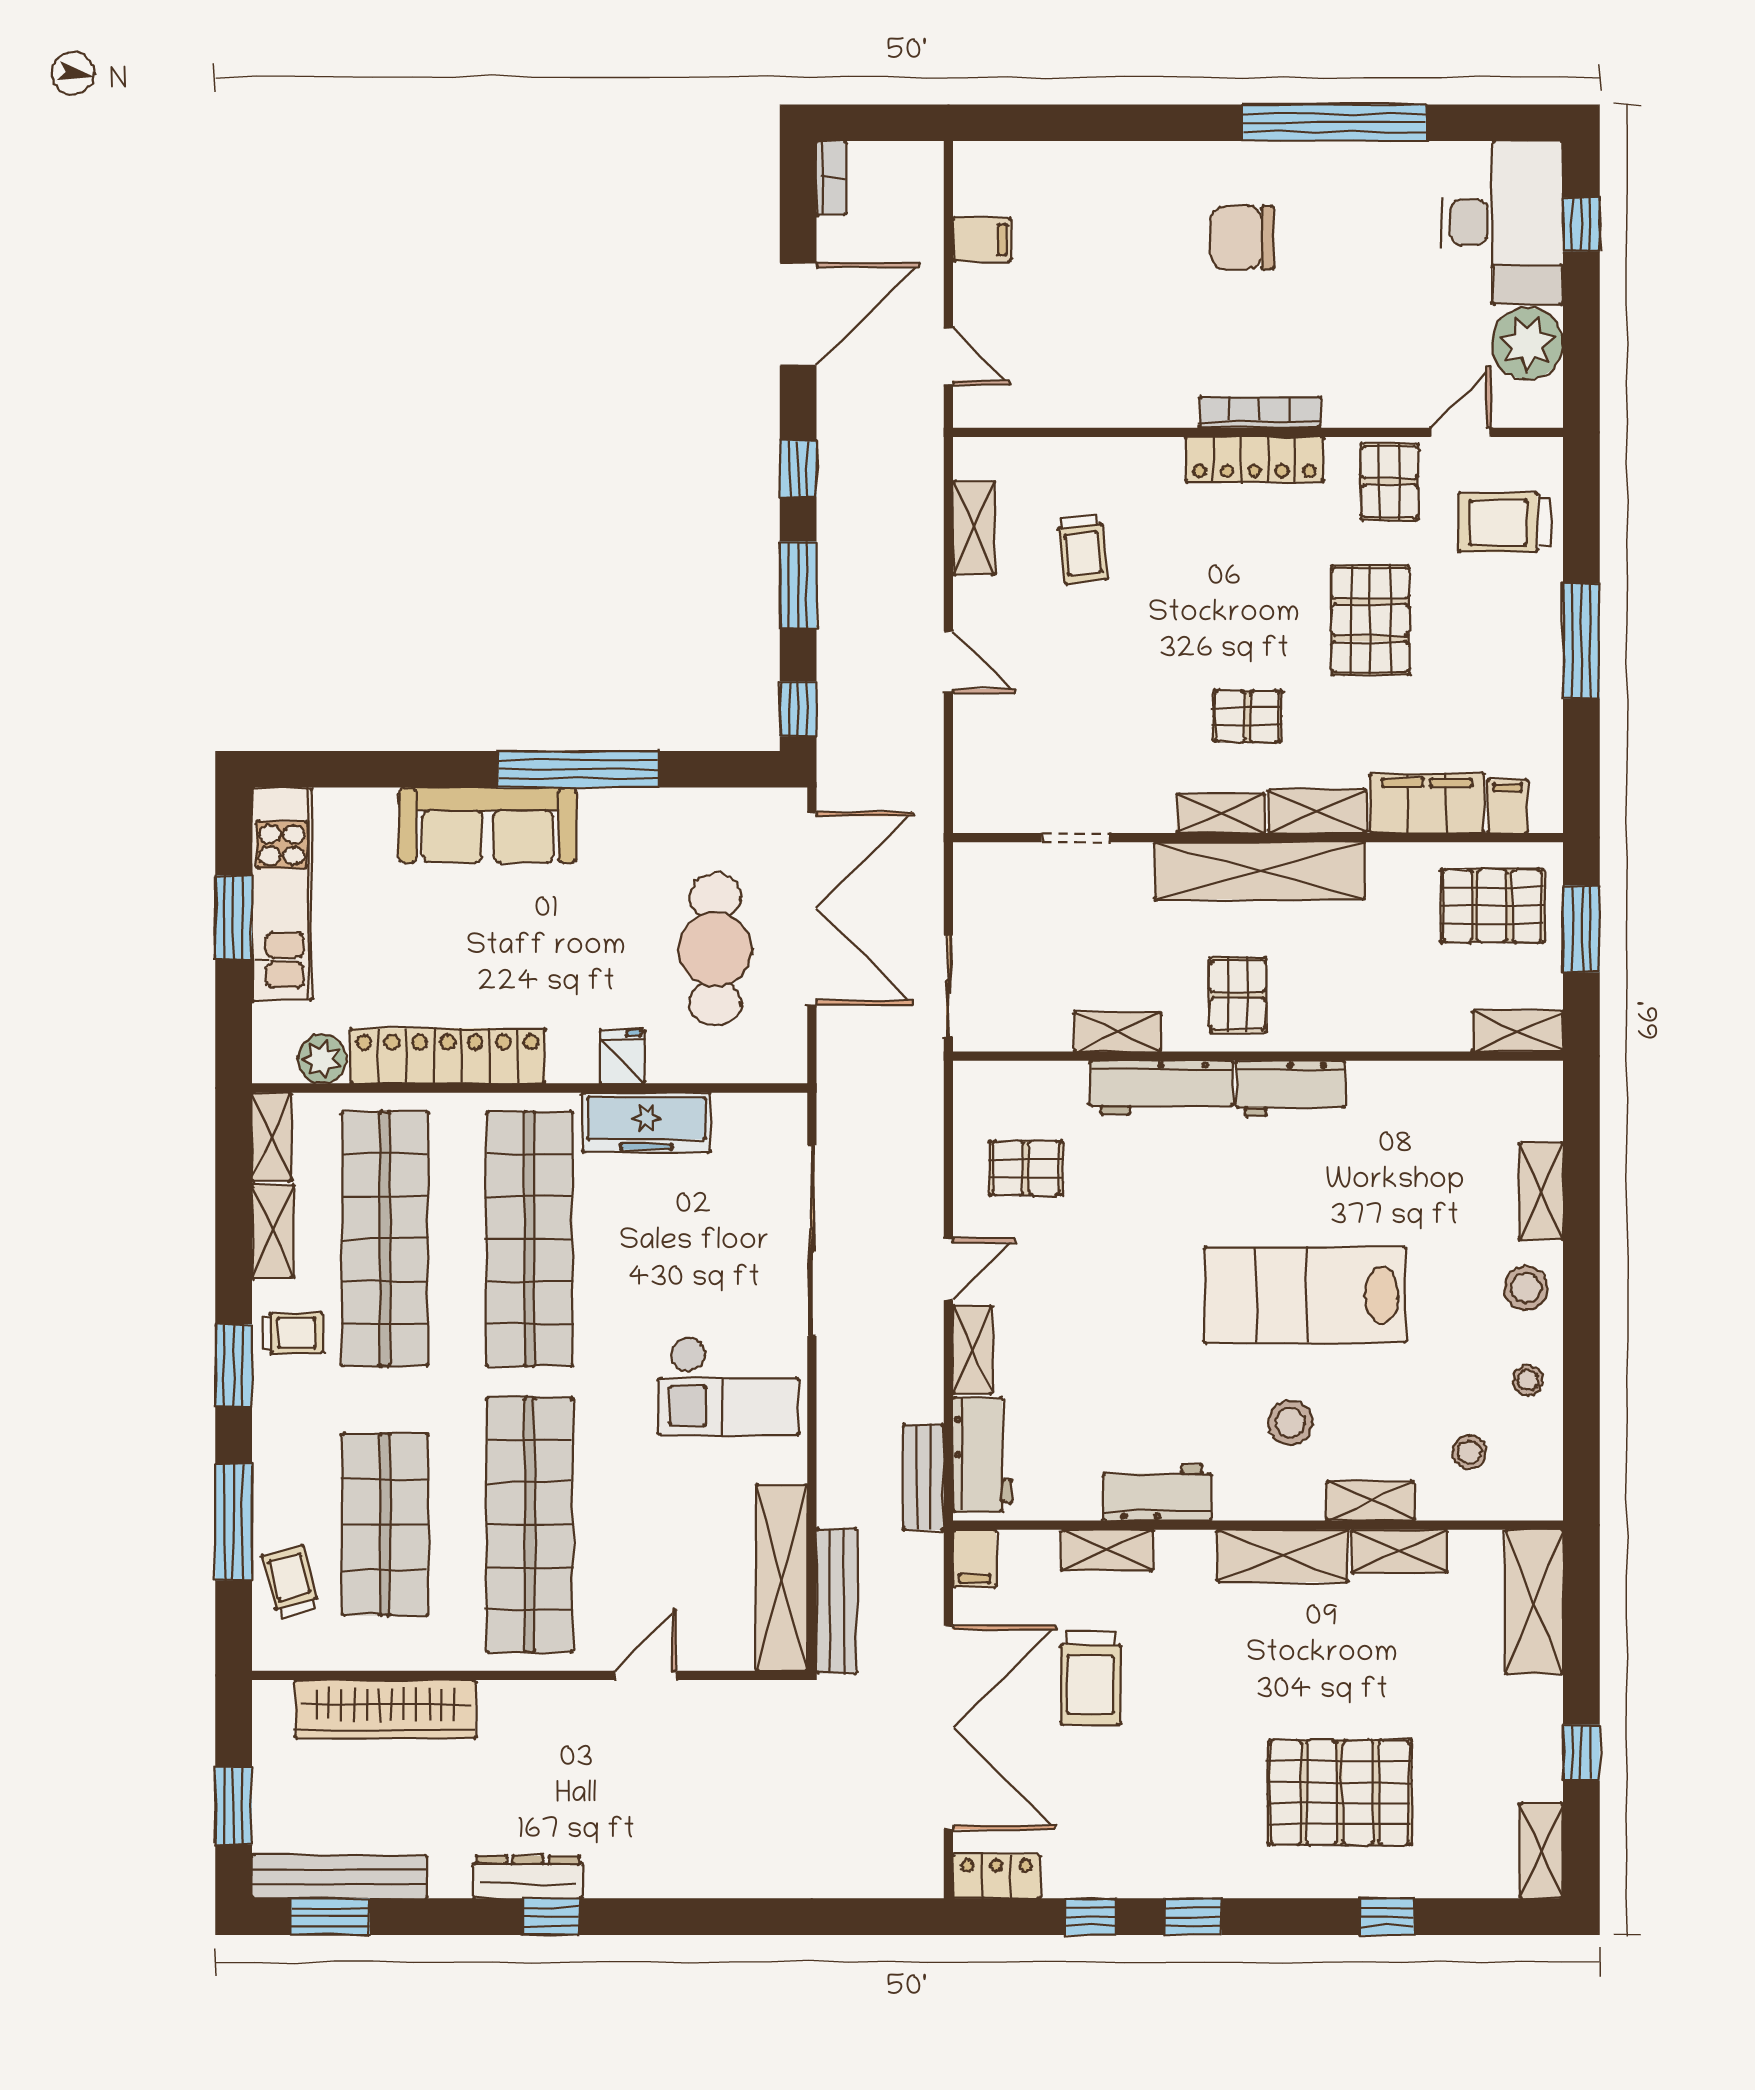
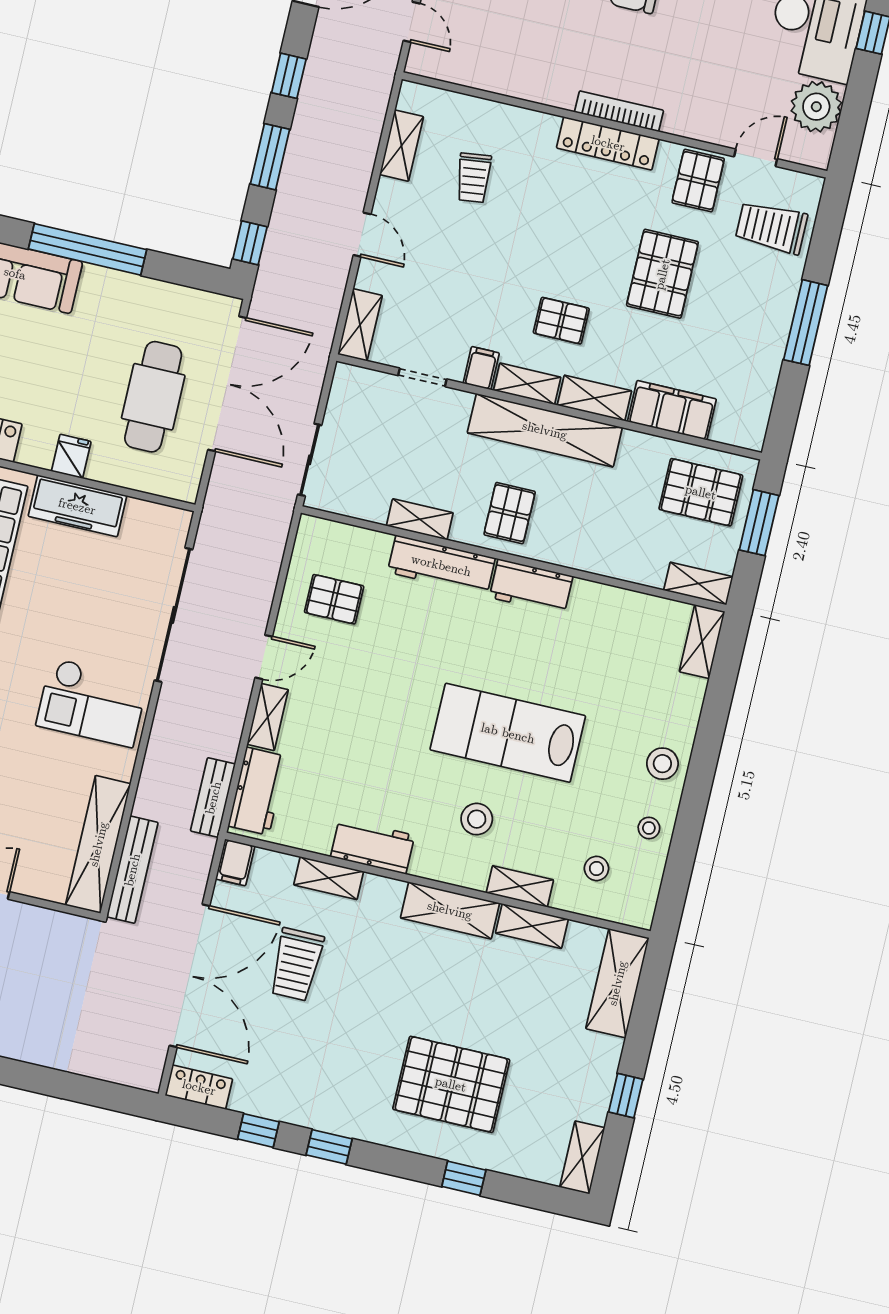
shelving: (974, 786) -> (360, 325), added
filing cabinet: (1508, 806) -> (481, 368), moved
shelving: (1541, 1191) -> (702, 642), moved

